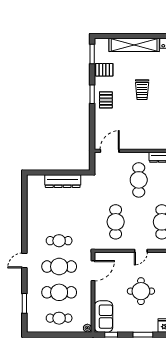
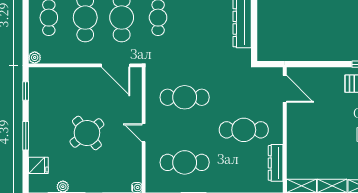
round table: (141, 291) -> (87, 133), turned -38
sofa: (103, 317) -> (51, 80), removed

